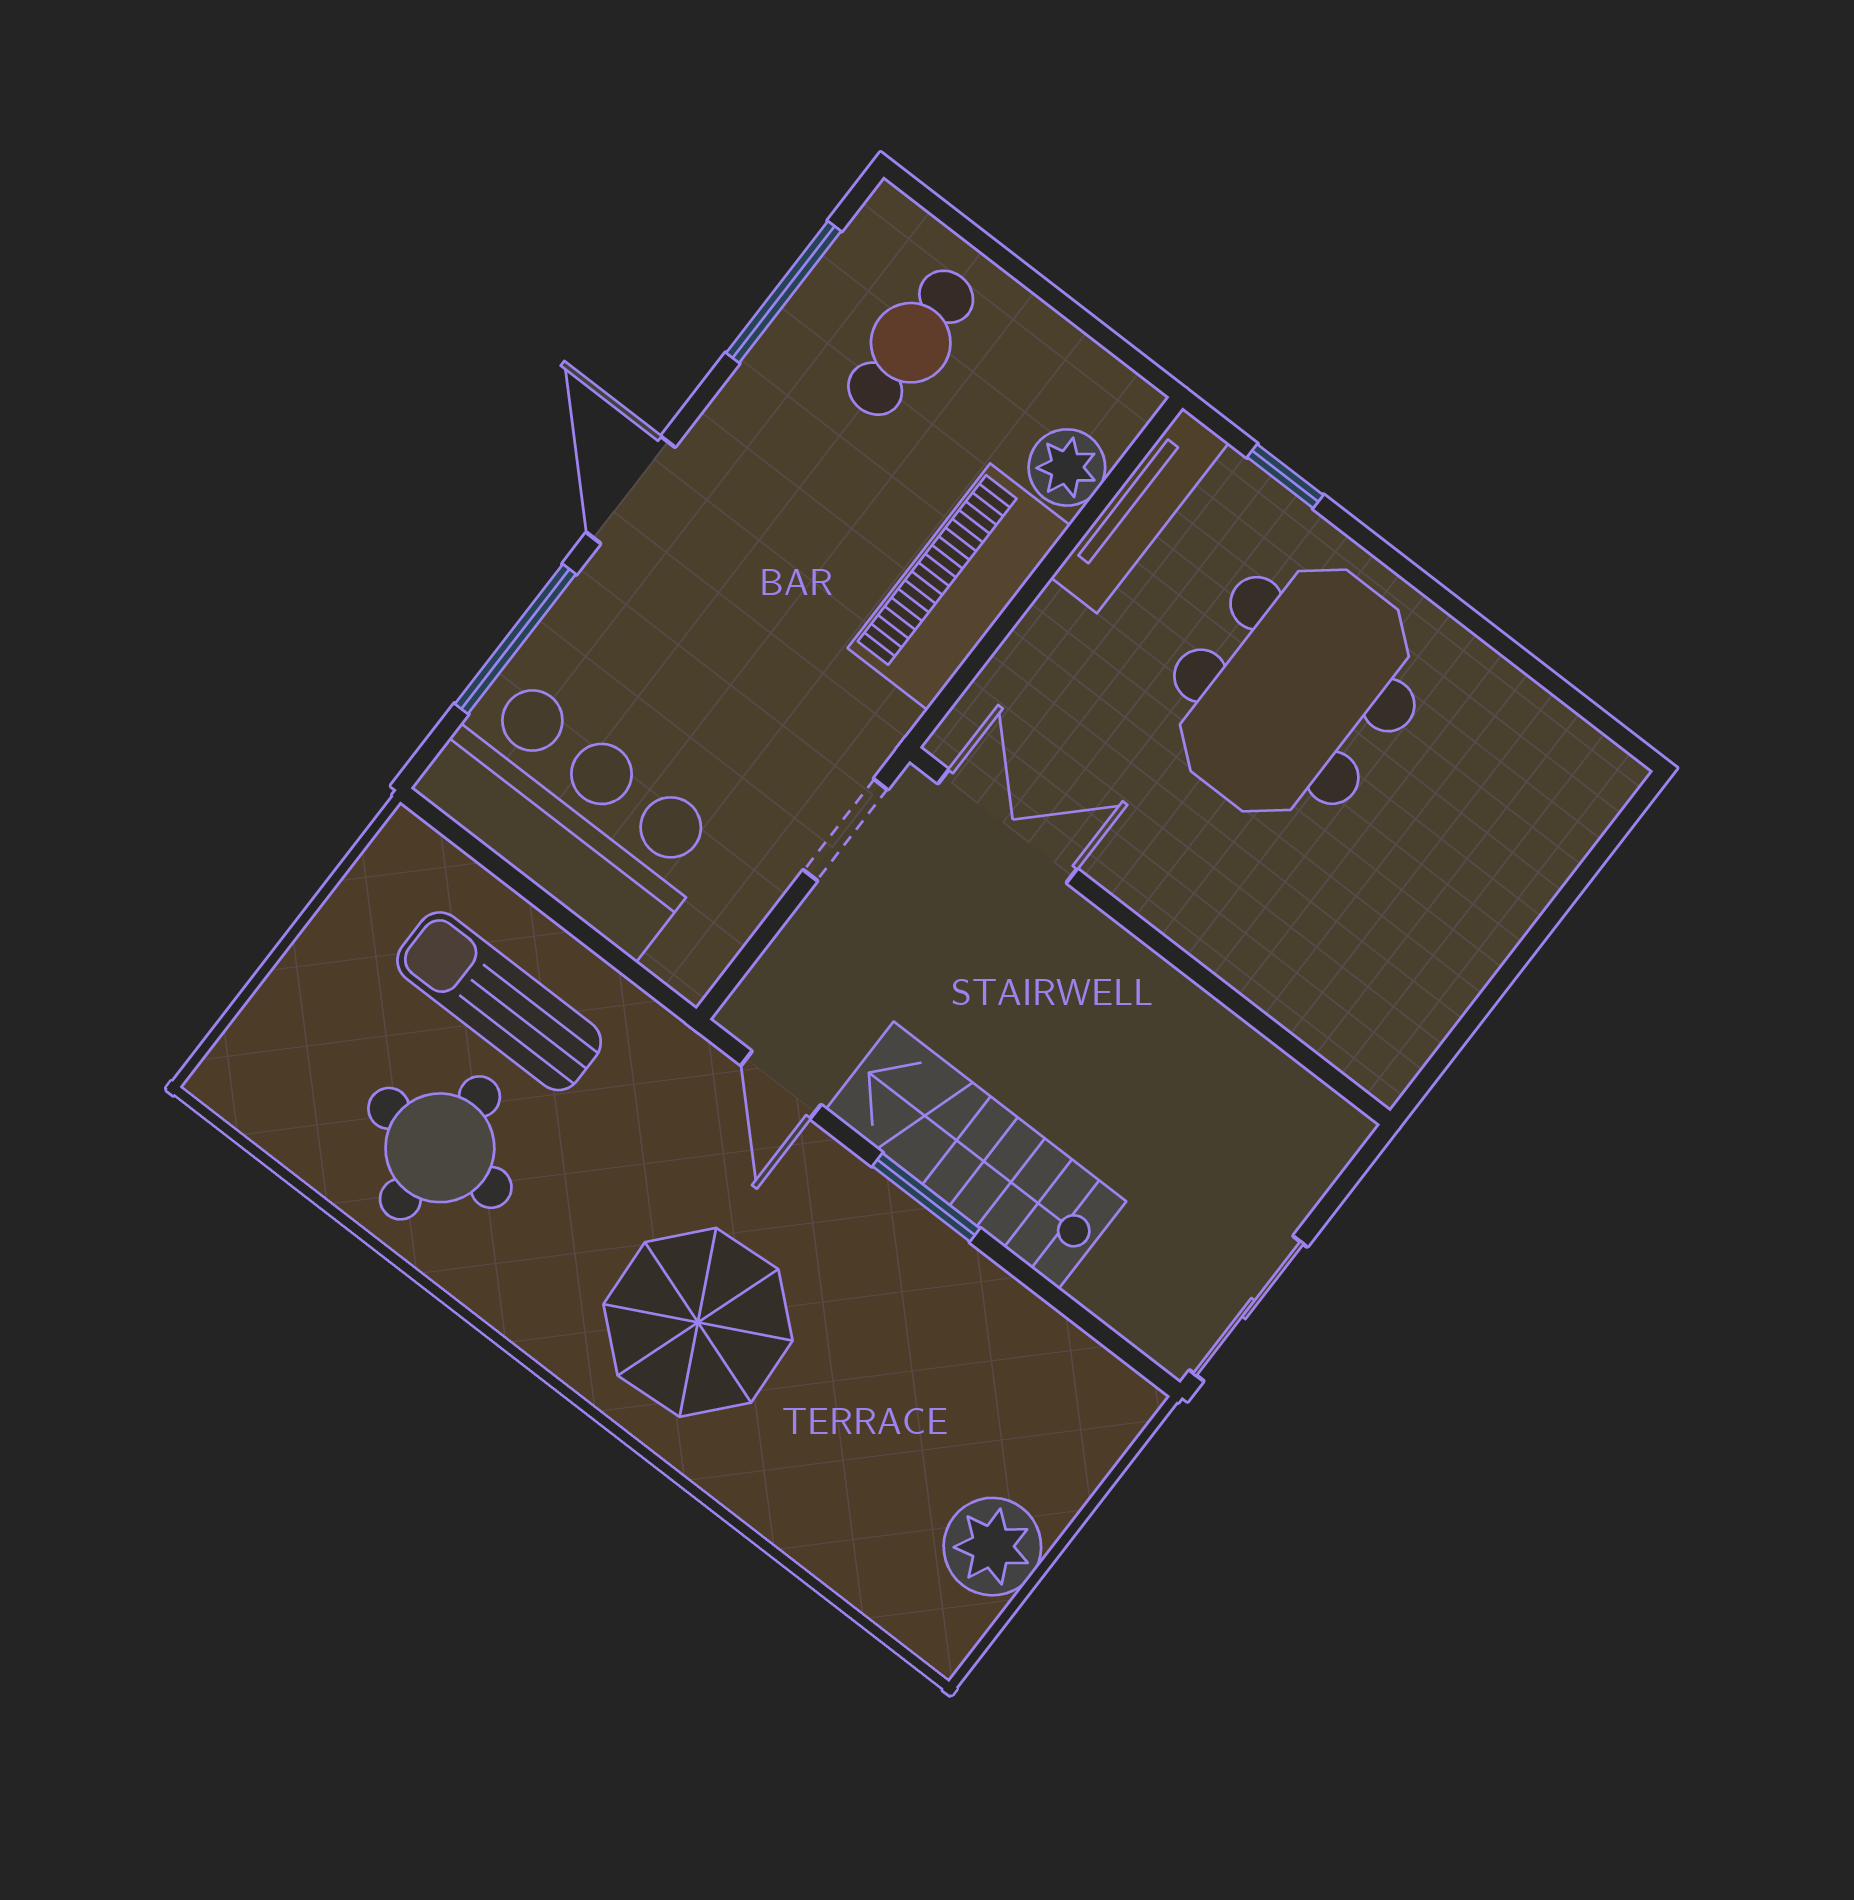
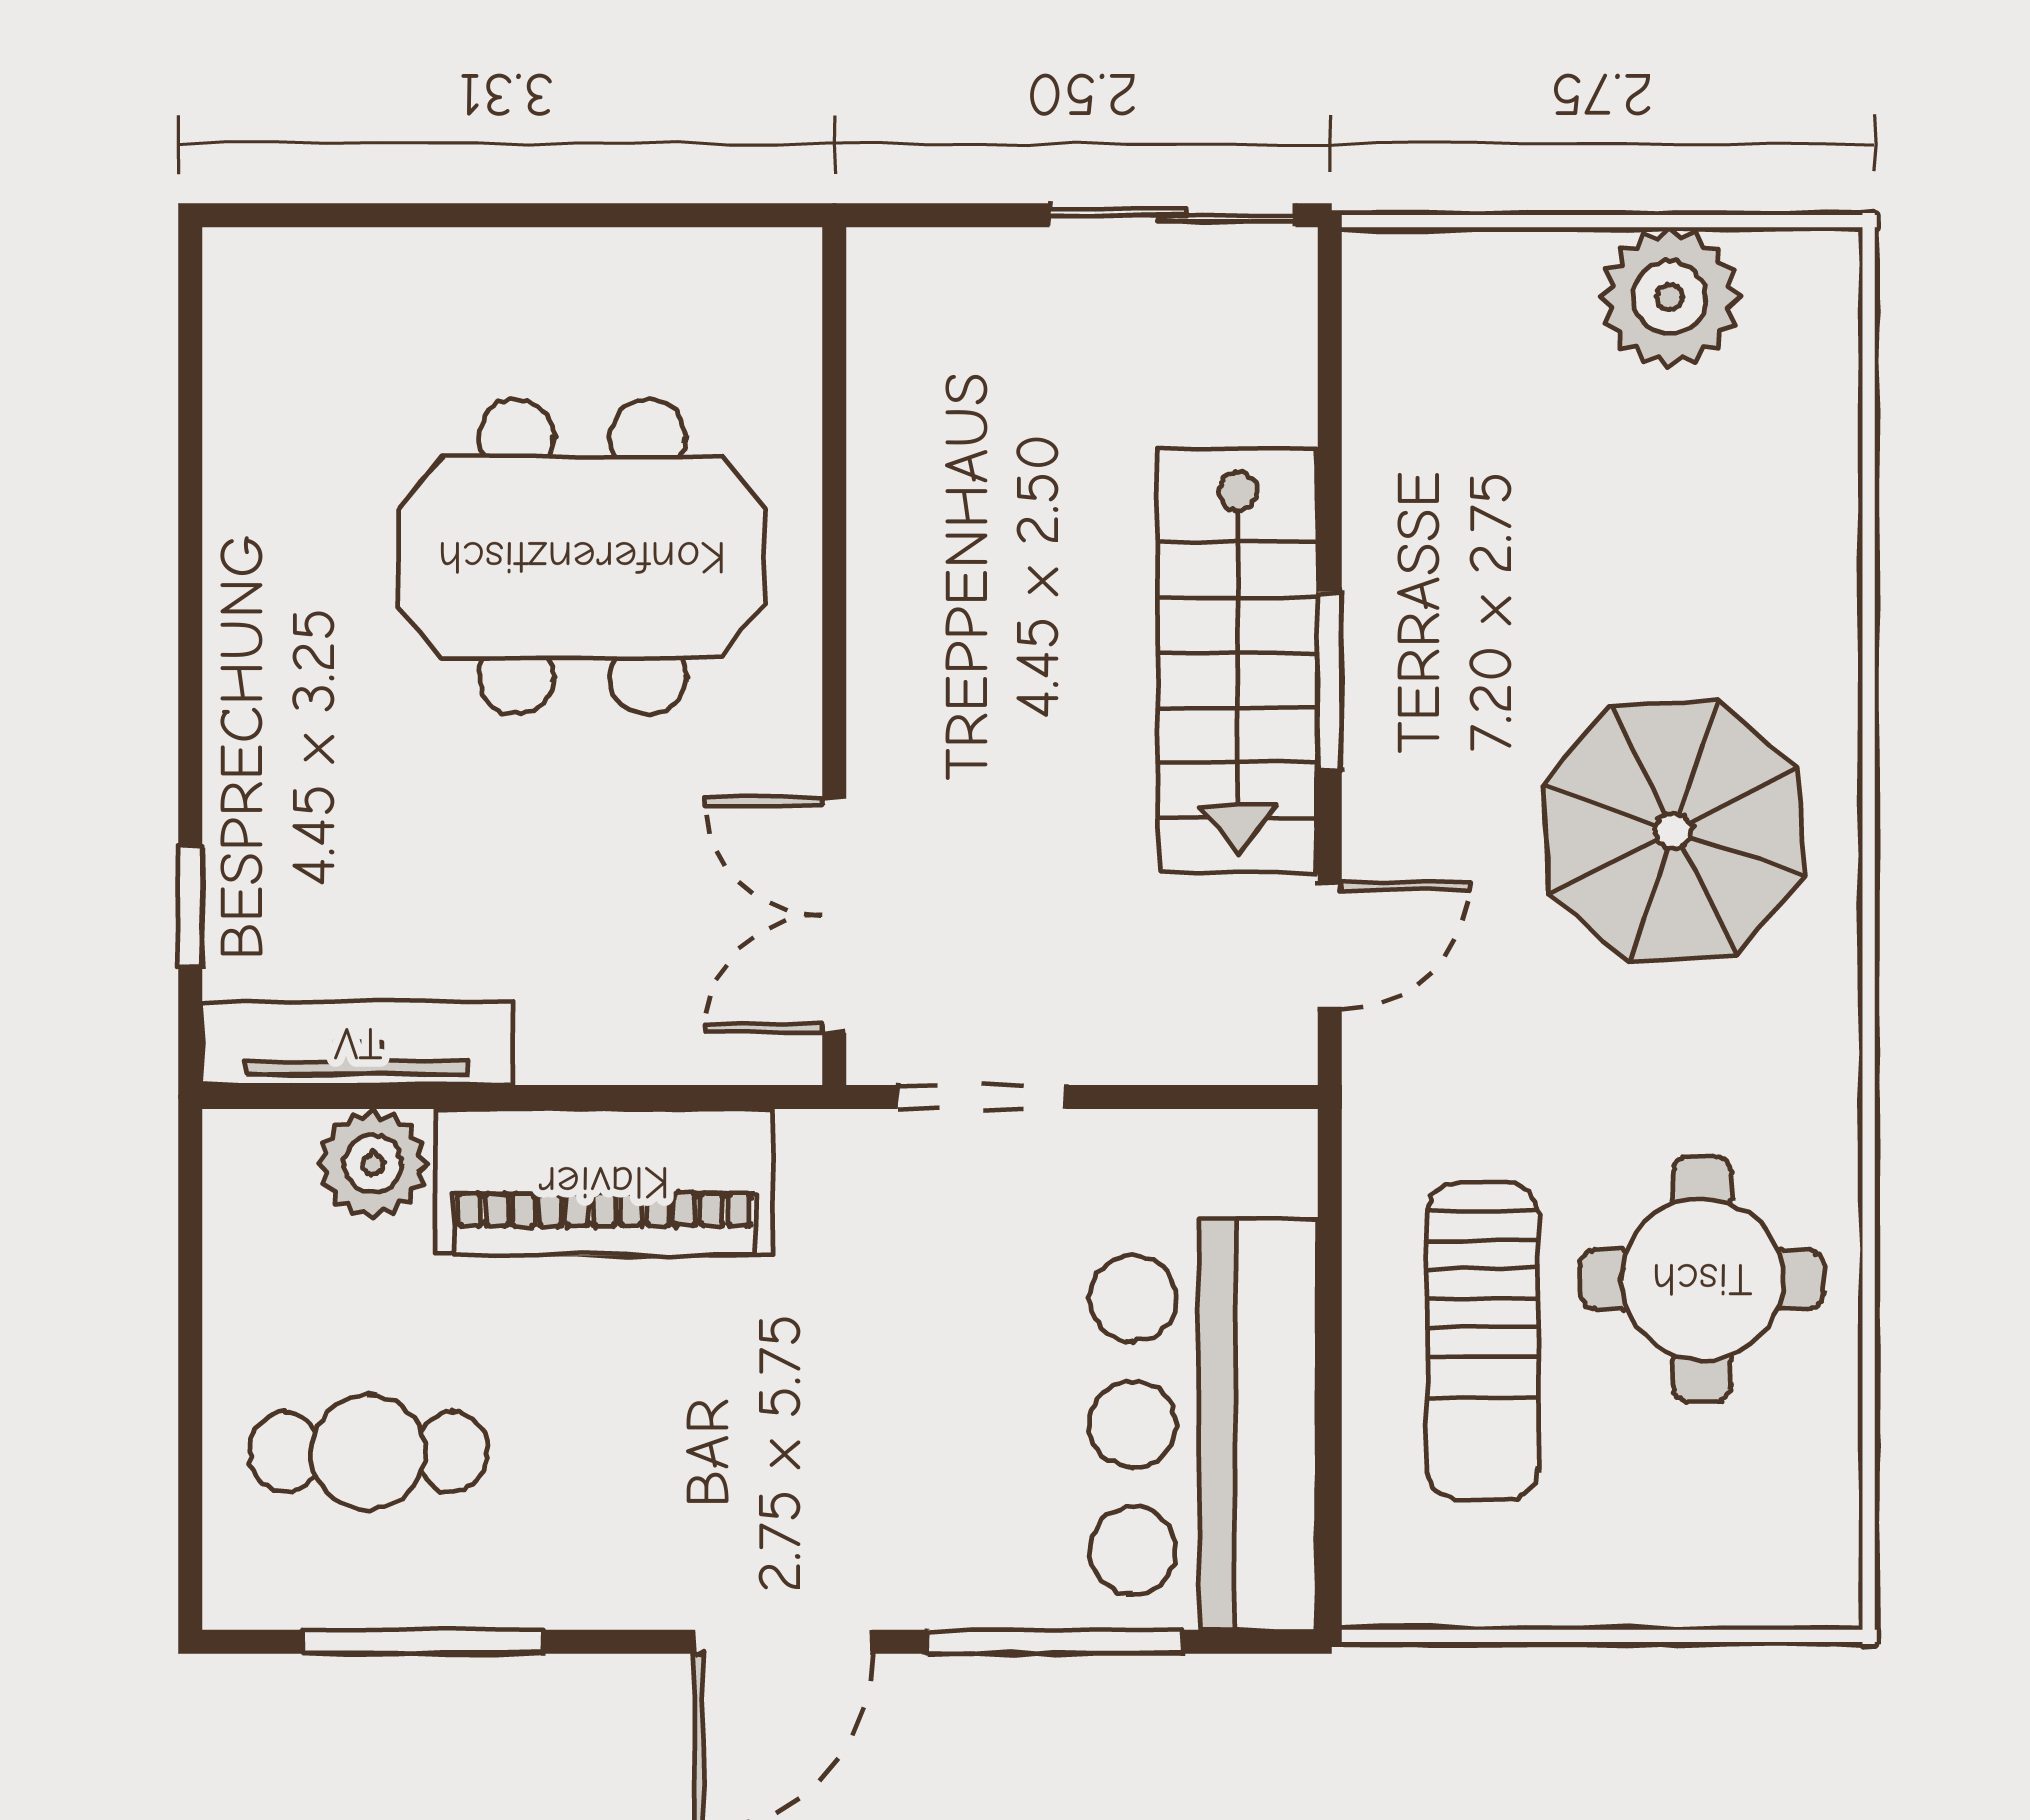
meeting table: (1294, 690) -> (582, 557), moved

